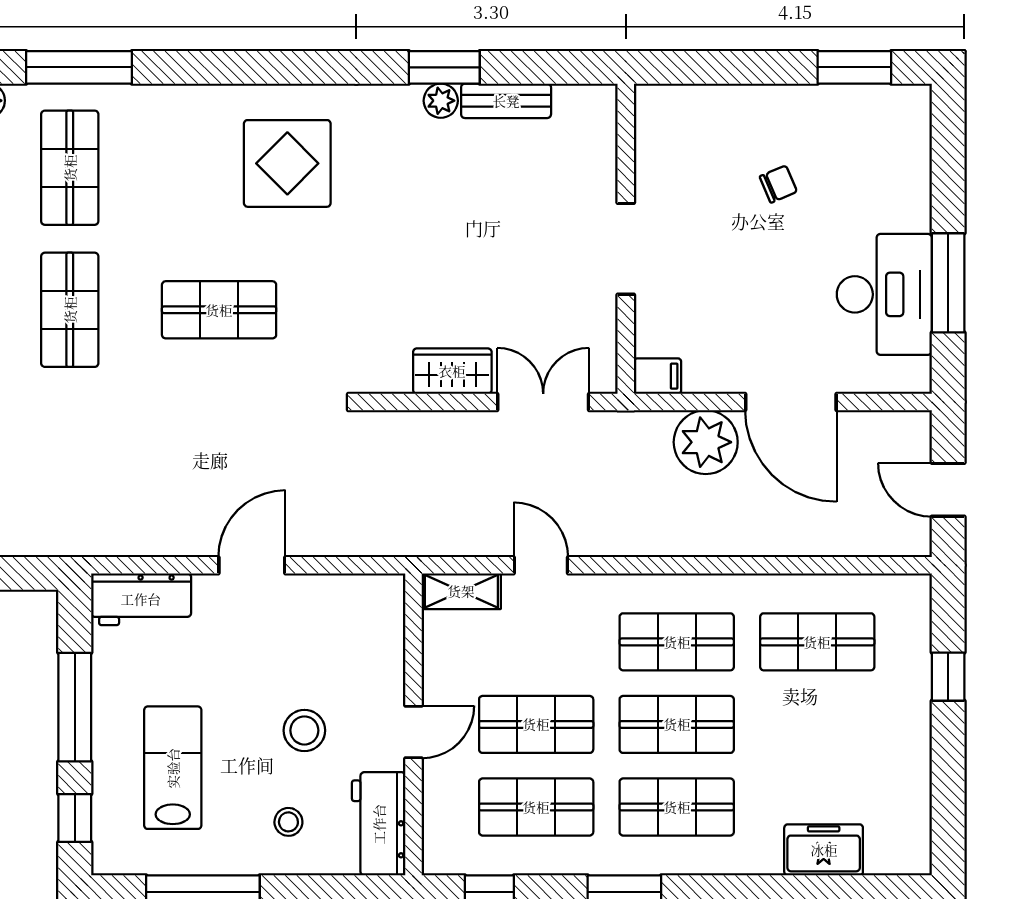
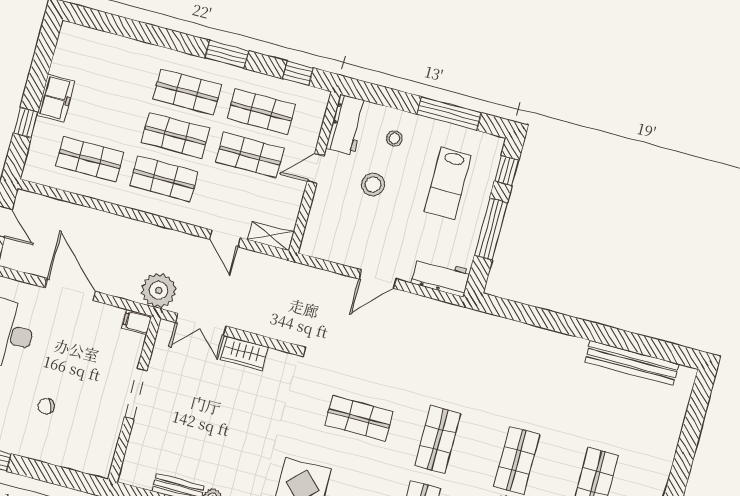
plant: (706, 442) -> (159, 290), moved
freezer: (824, 850) -> (56, 98), moved, turned -90

